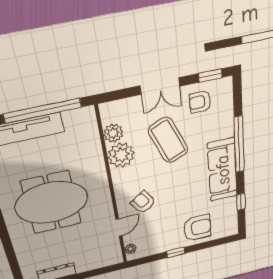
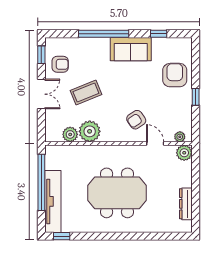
armchair: (200, 102) -> (60, 64), turned -90
coffee table: (168, 140) -> (86, 92), width x0.73, depth x0.76
sofa: (223, 170) -> (131, 49), width x0.73
meeting table: (51, 203) -> (117, 193), turned 90
plant: (114, 257) -> (184, 153), added

